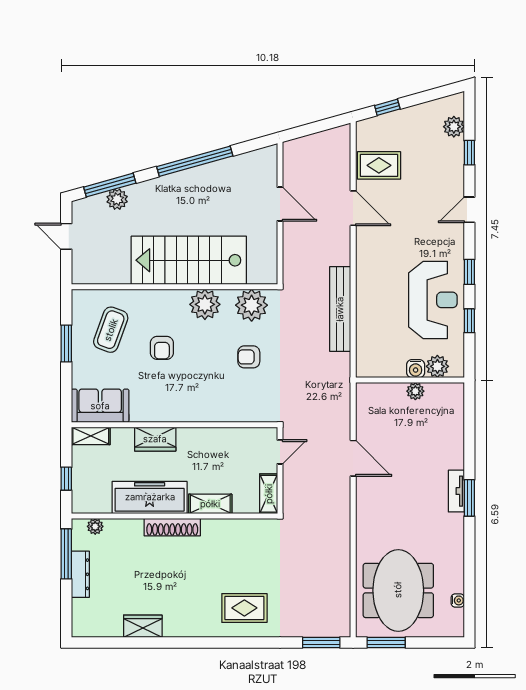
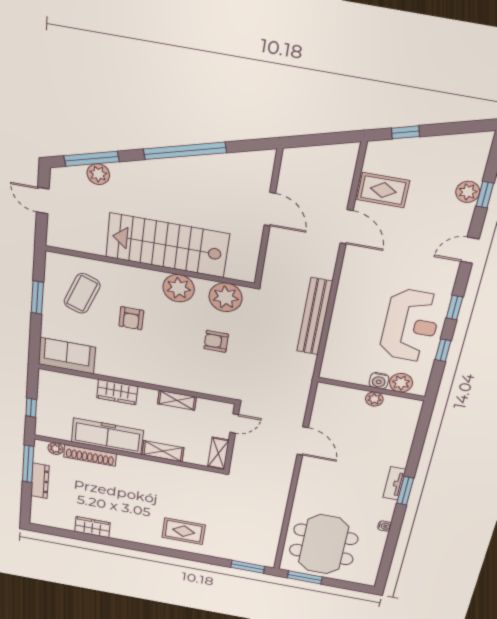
plant: (454, 127) -> (468, 192), moved
shelving: (91, 436) -> (177, 400), moved
shoe rack: (172, 527) -> (90, 455), moved
water cooler: (458, 600) -> (384, 526), moved

